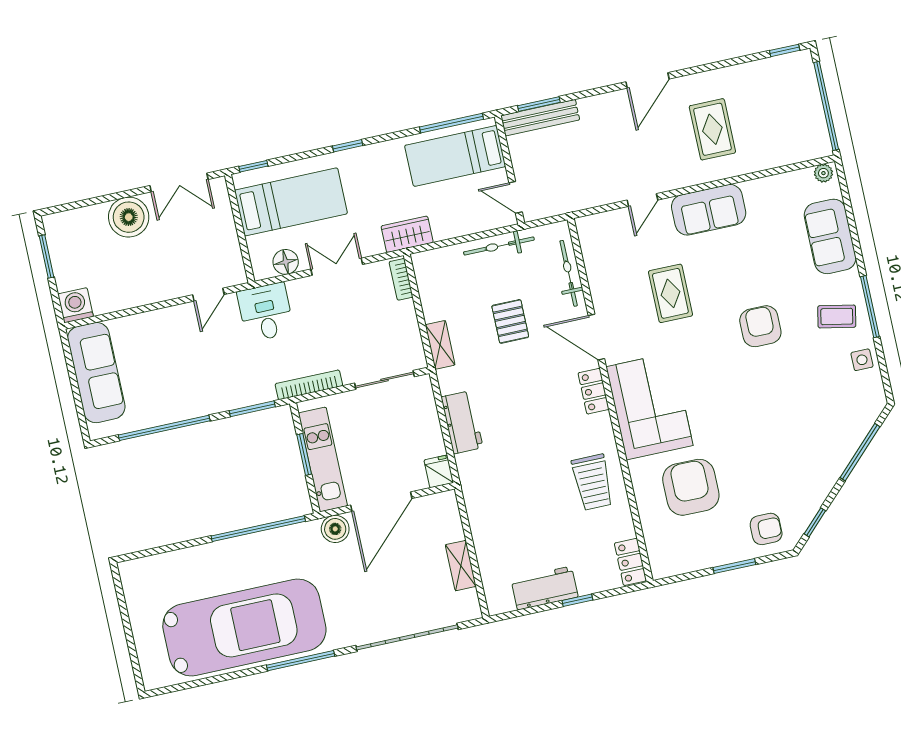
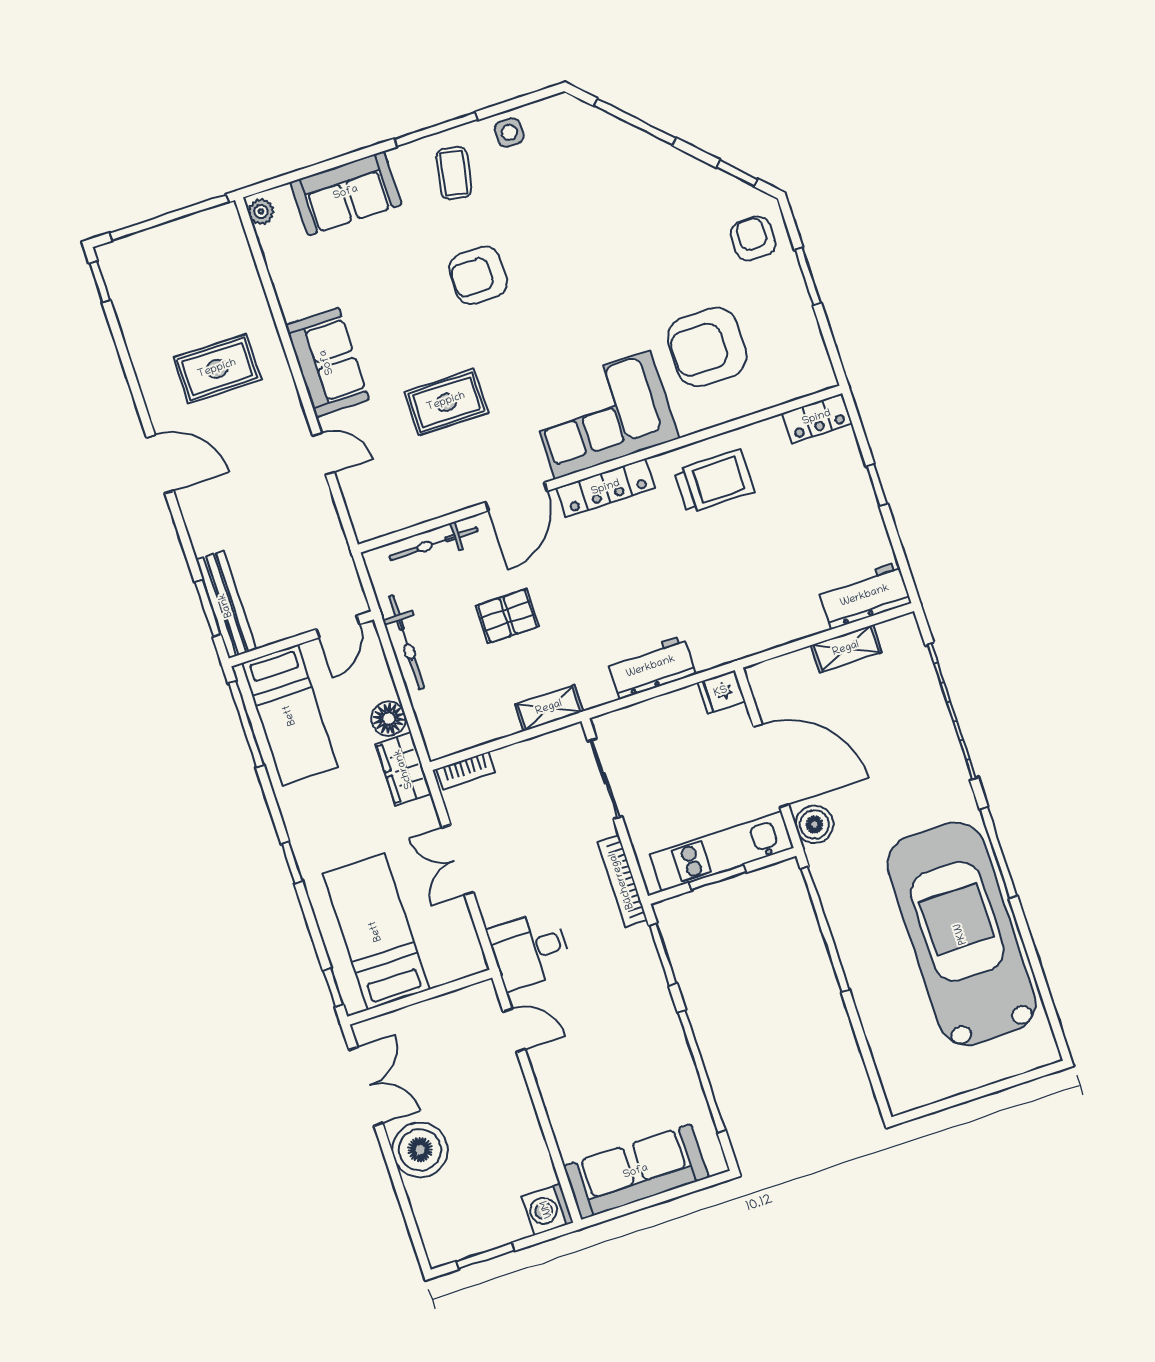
floor lamp: (286, 262) -> (389, 719), moved
locker: (594, 391) -> (606, 488), width x1.53
workbench: (545, 588) -> (865, 596), moved, turned 90

